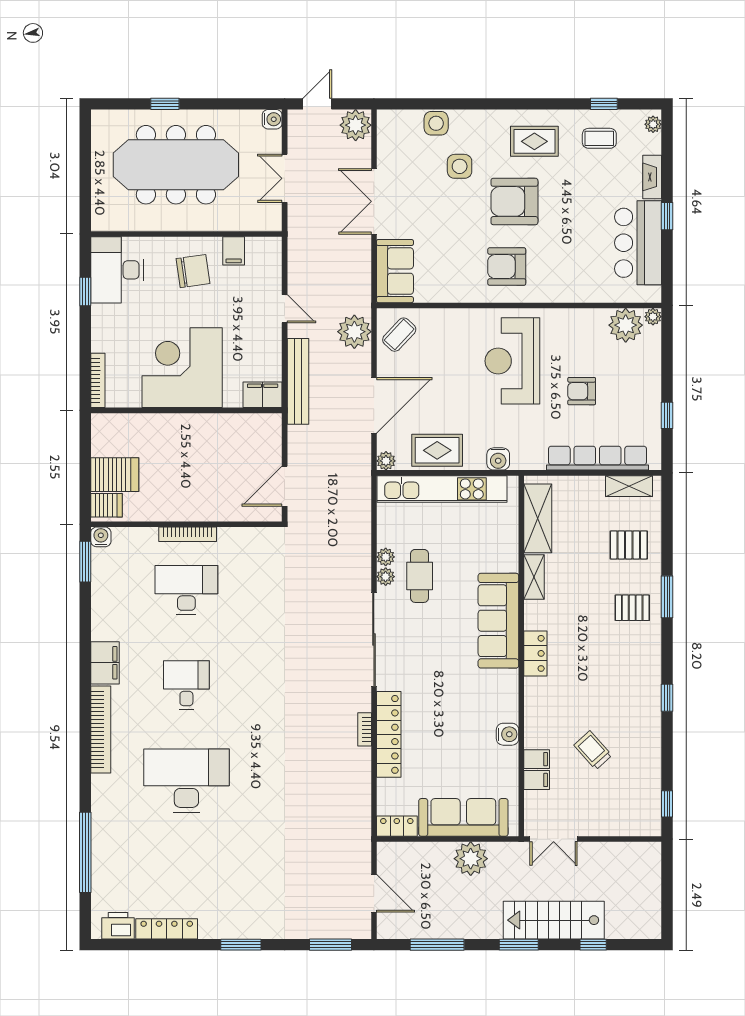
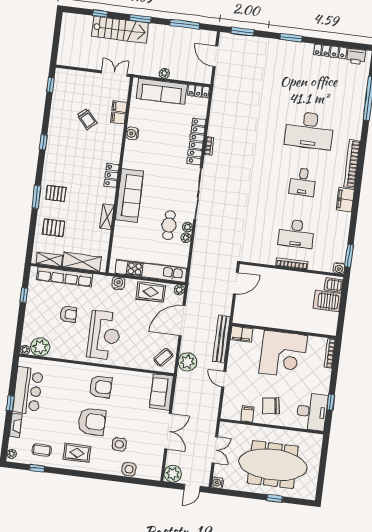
shelving: (538, 518) -> (82, 262), moved, turned 90
plant: (471, 859) -> (164, 73), width x0.53, depth x0.53

